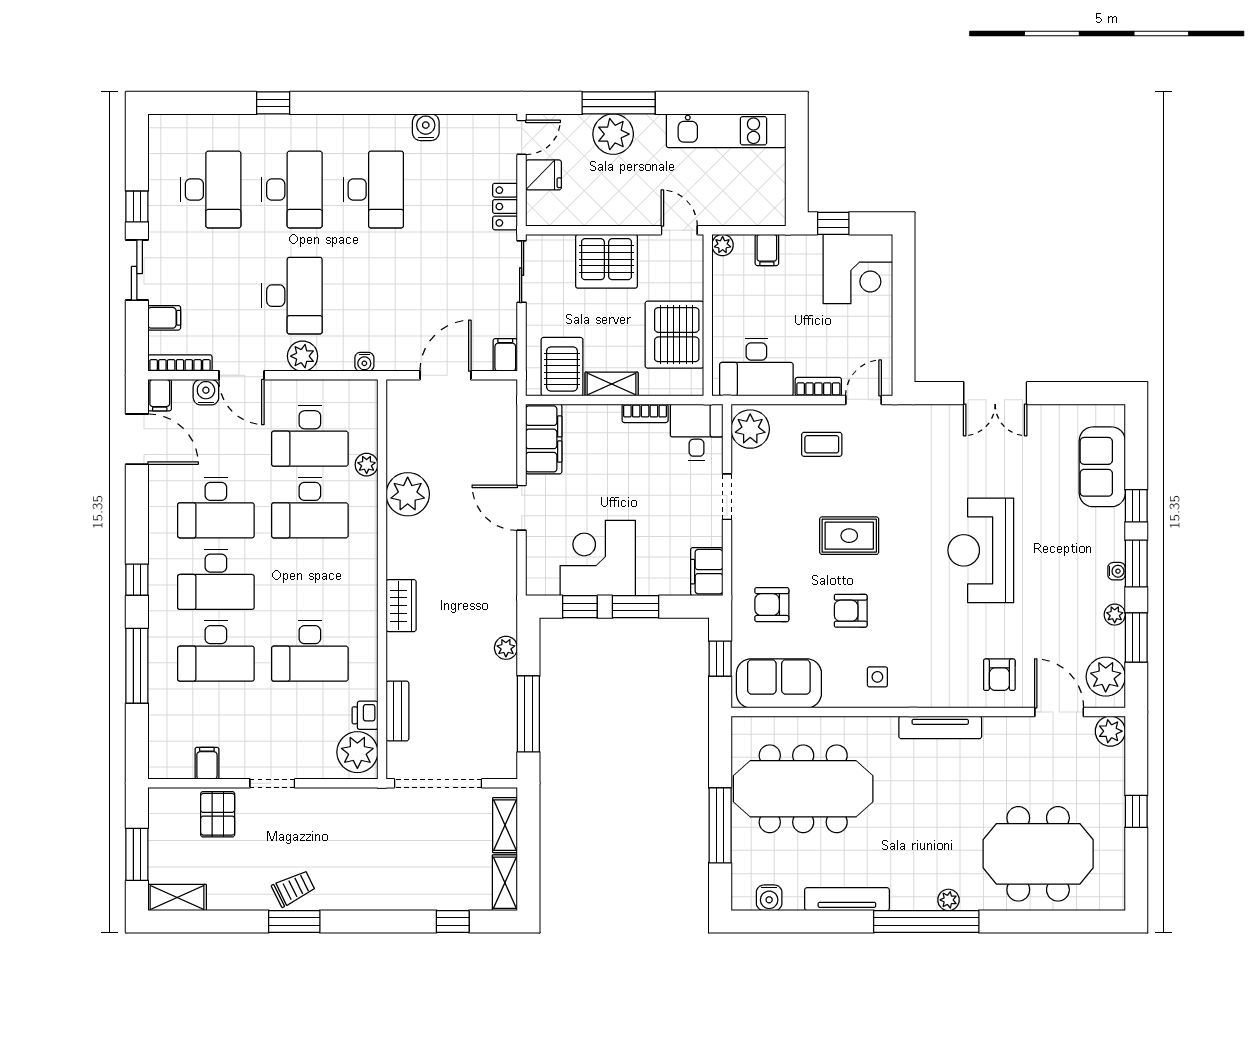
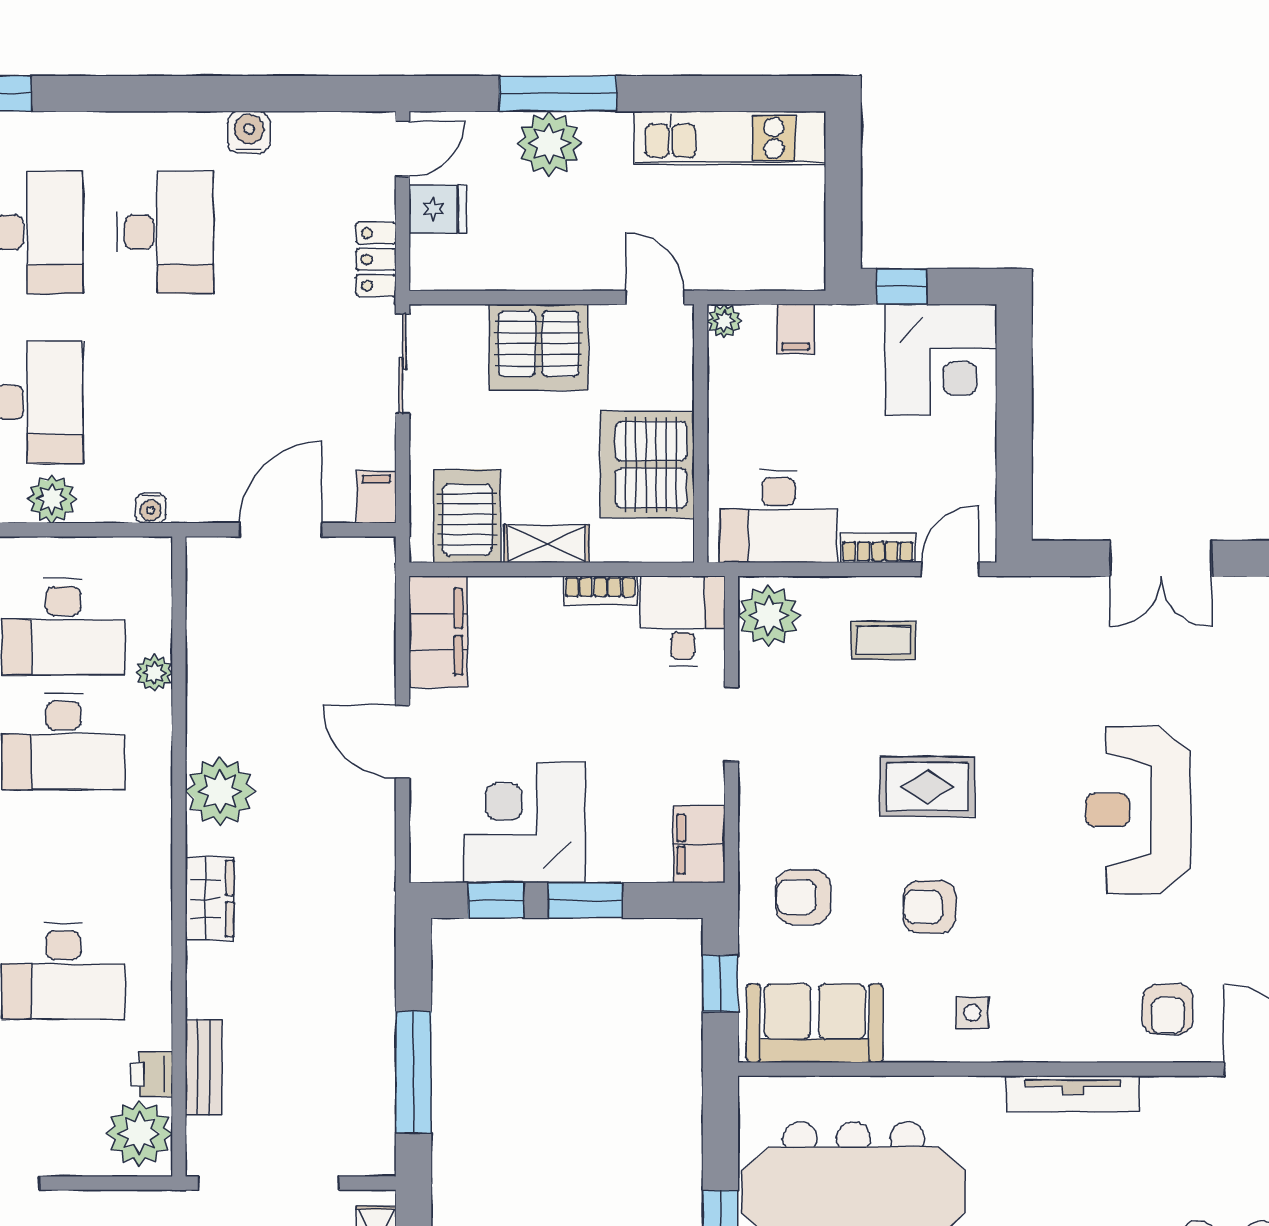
plant: (408, 494) -> (220, 791), moved
plant: (506, 648) -> (377, 966), removed

